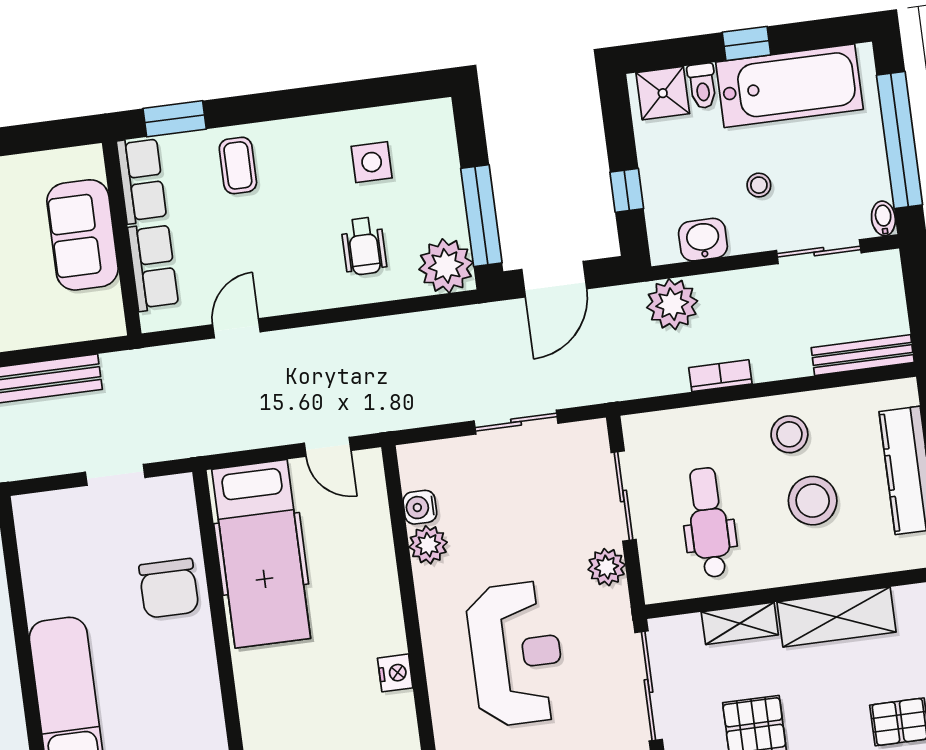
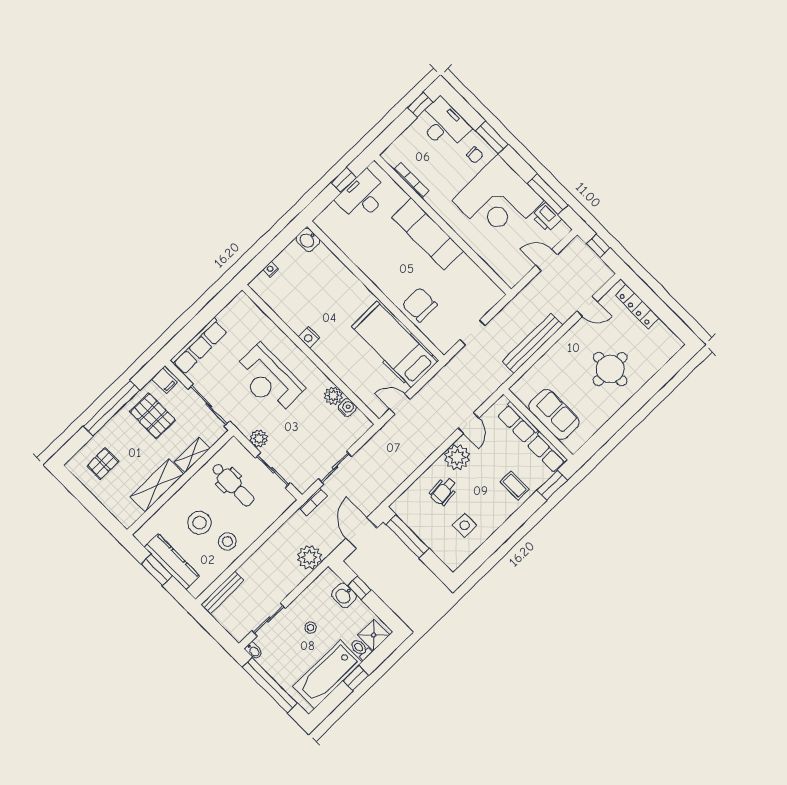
washbasin: (703, 240) -> (344, 595), moved, turned 90
wheelchair: (364, 246) -> (444, 491), turned -95
plant: (446, 266) -> (457, 457), moved
bookcase: (720, 376) -> (313, 502), moved

